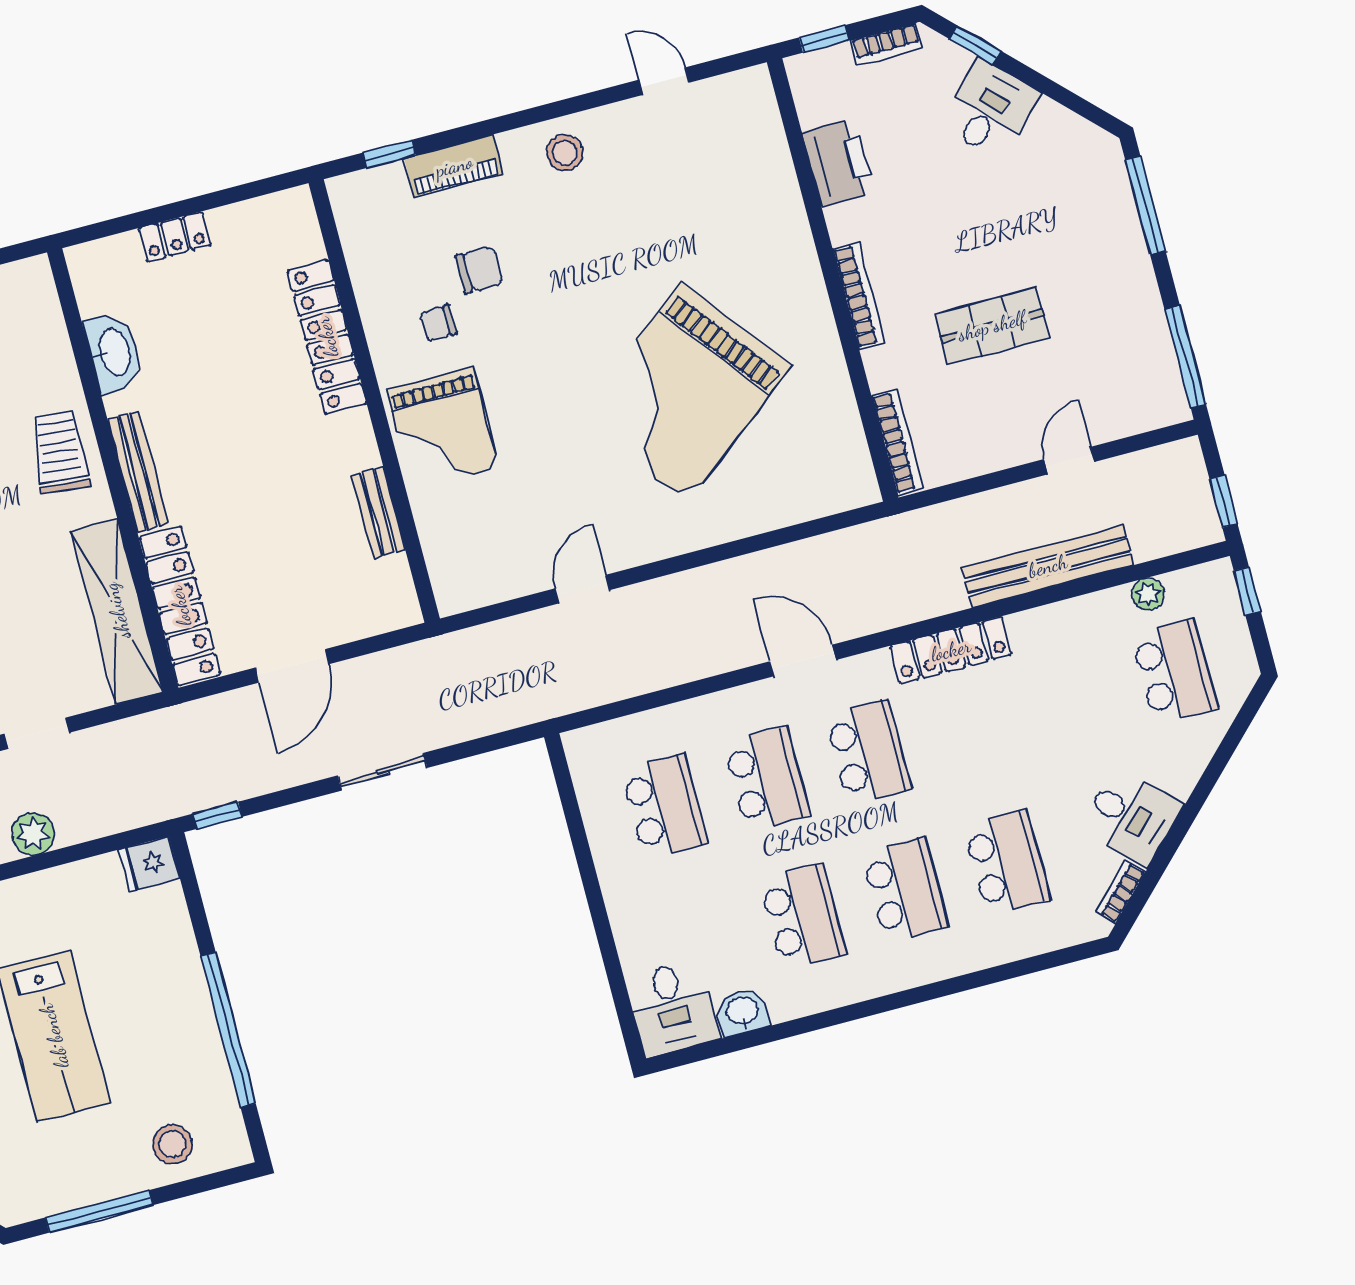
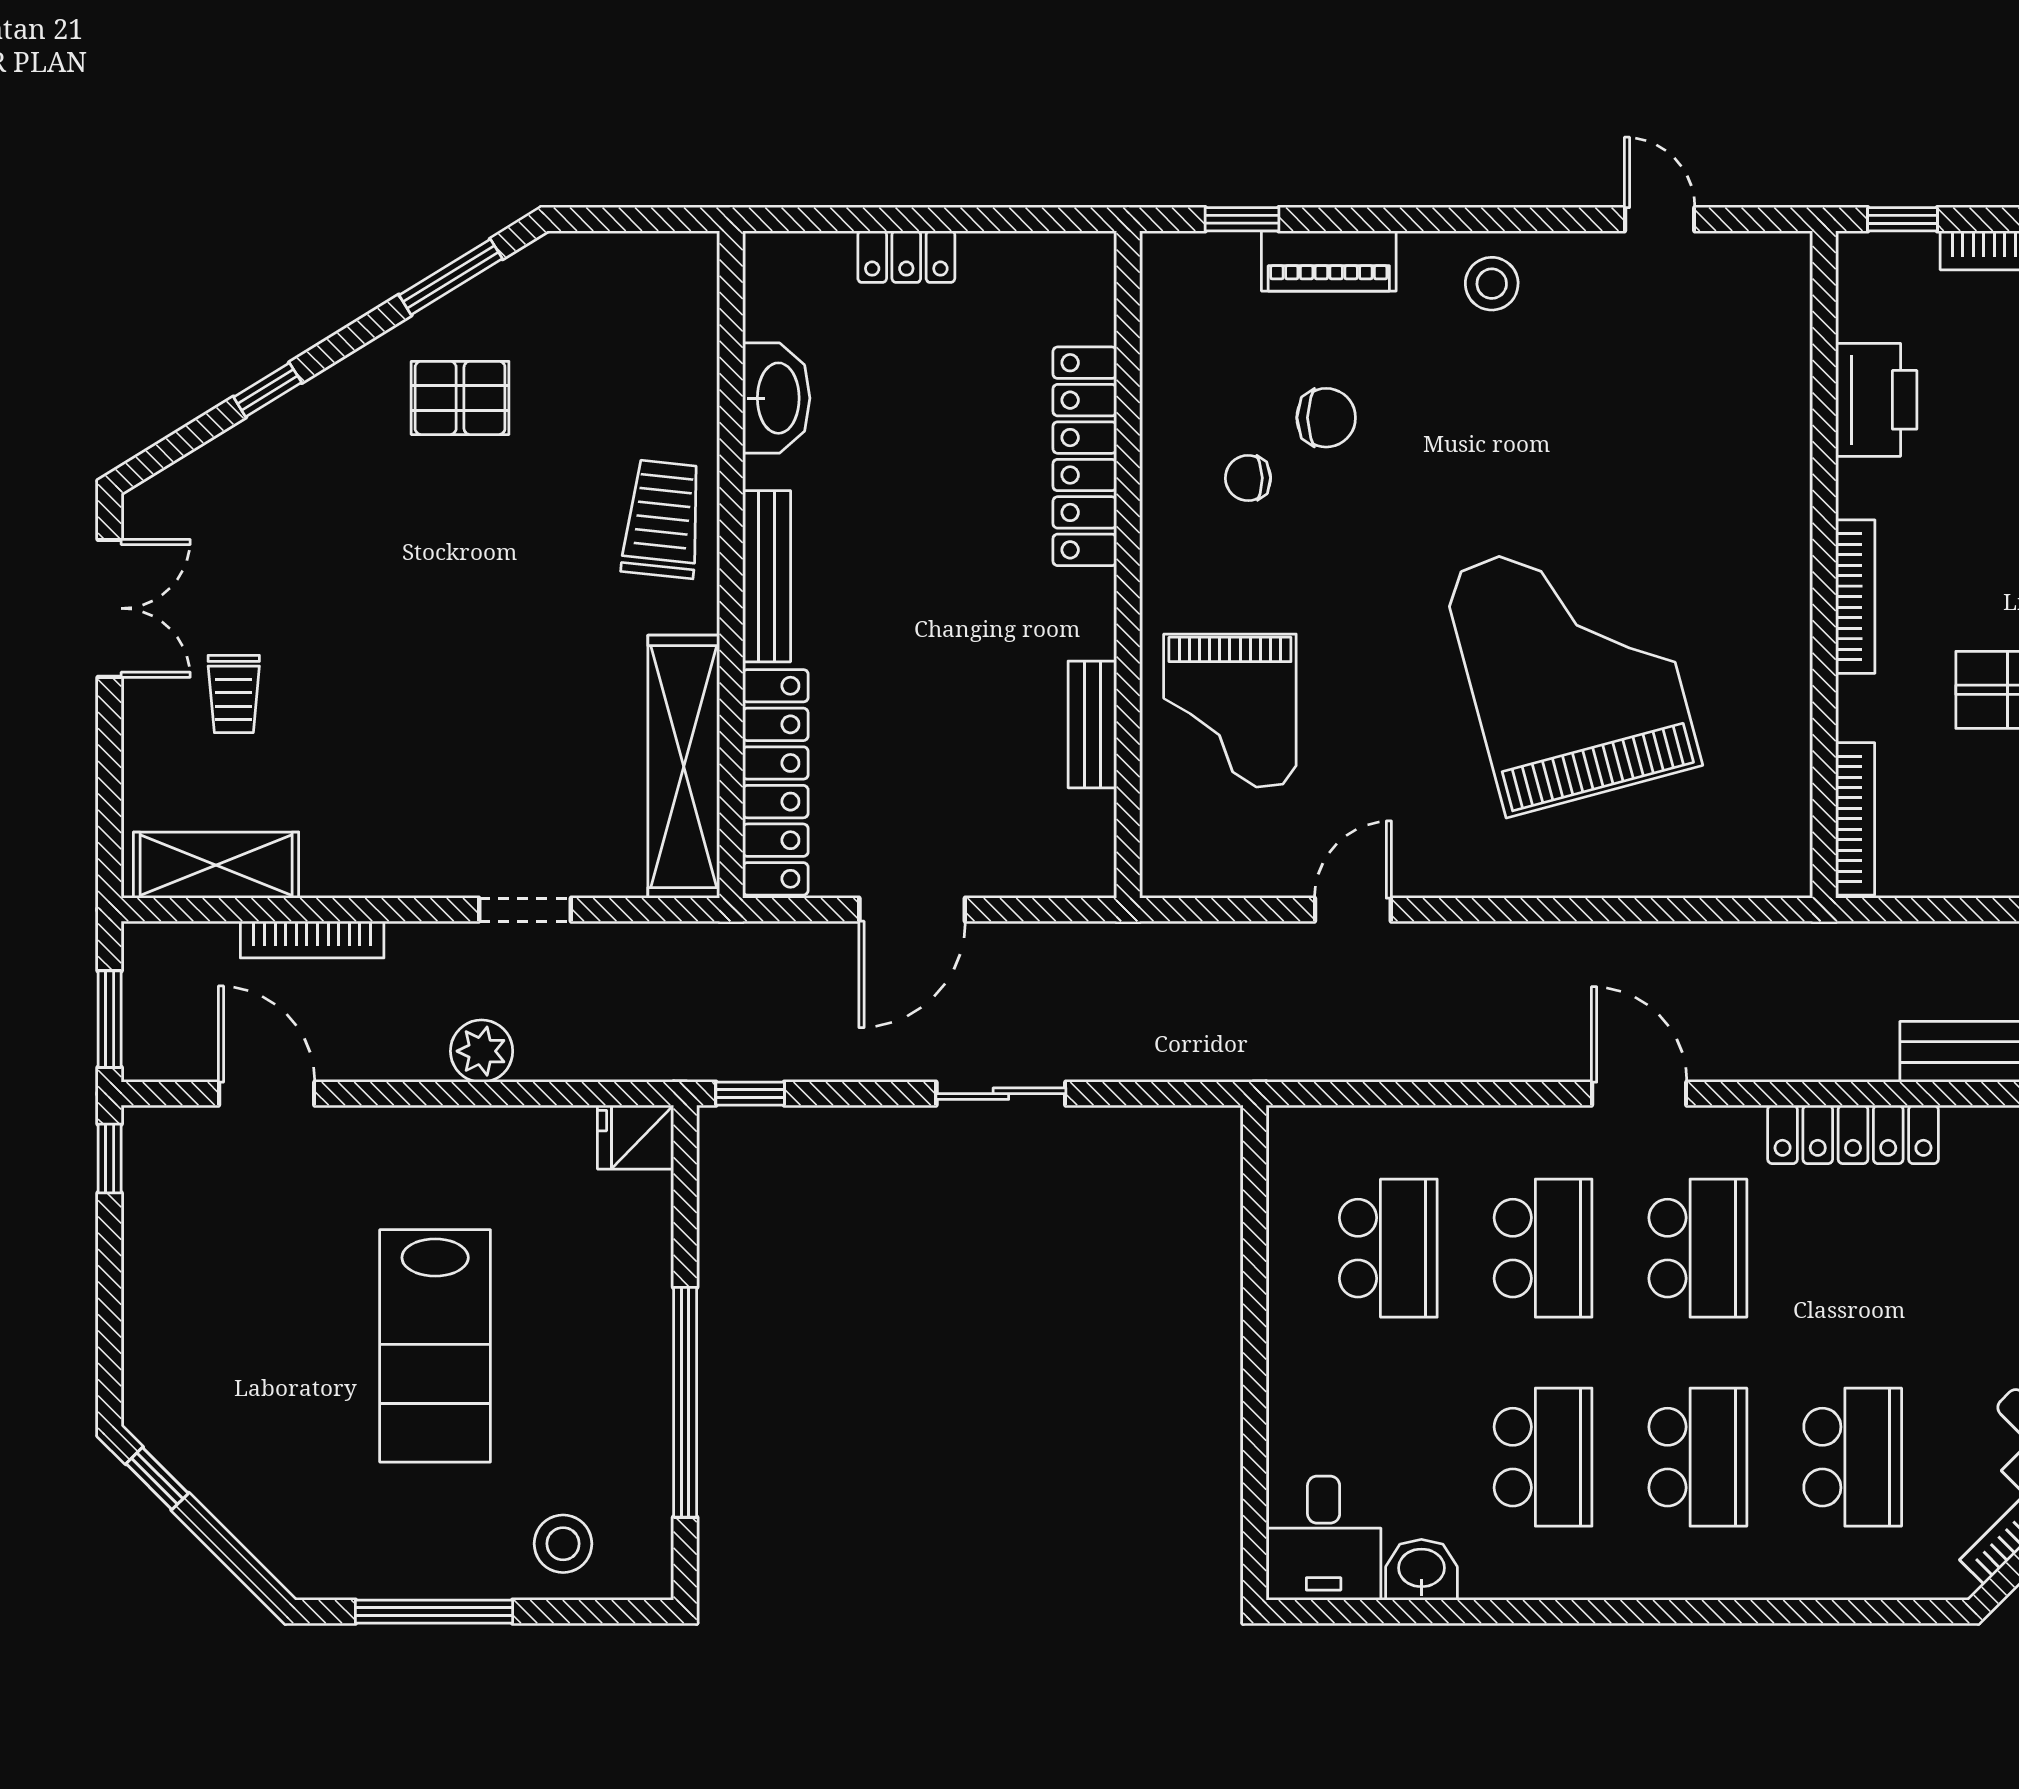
grand piano: (684, 392) -> (1571, 669), turned 113
grand piano: (443, 428) -> (1230, 711), moved

